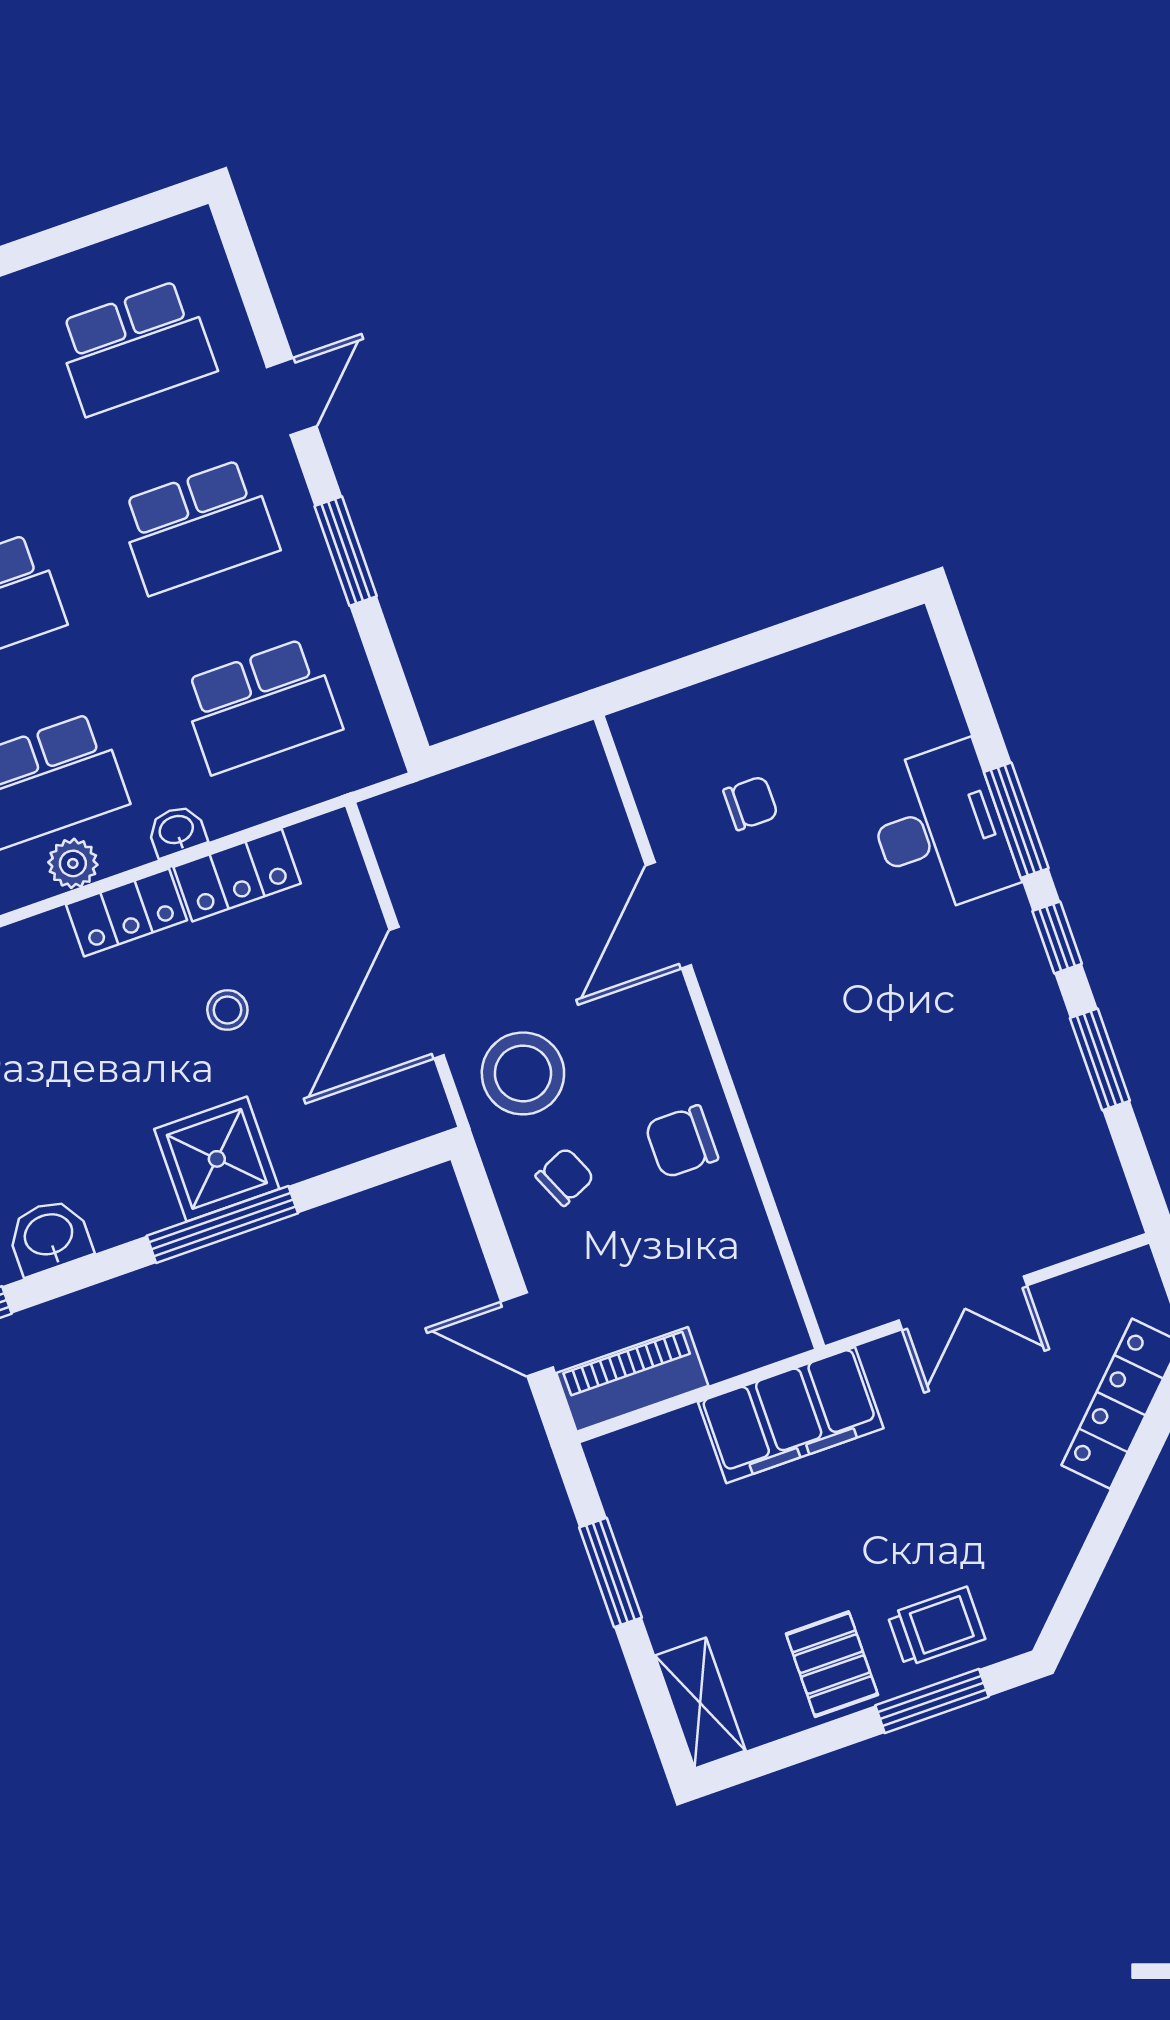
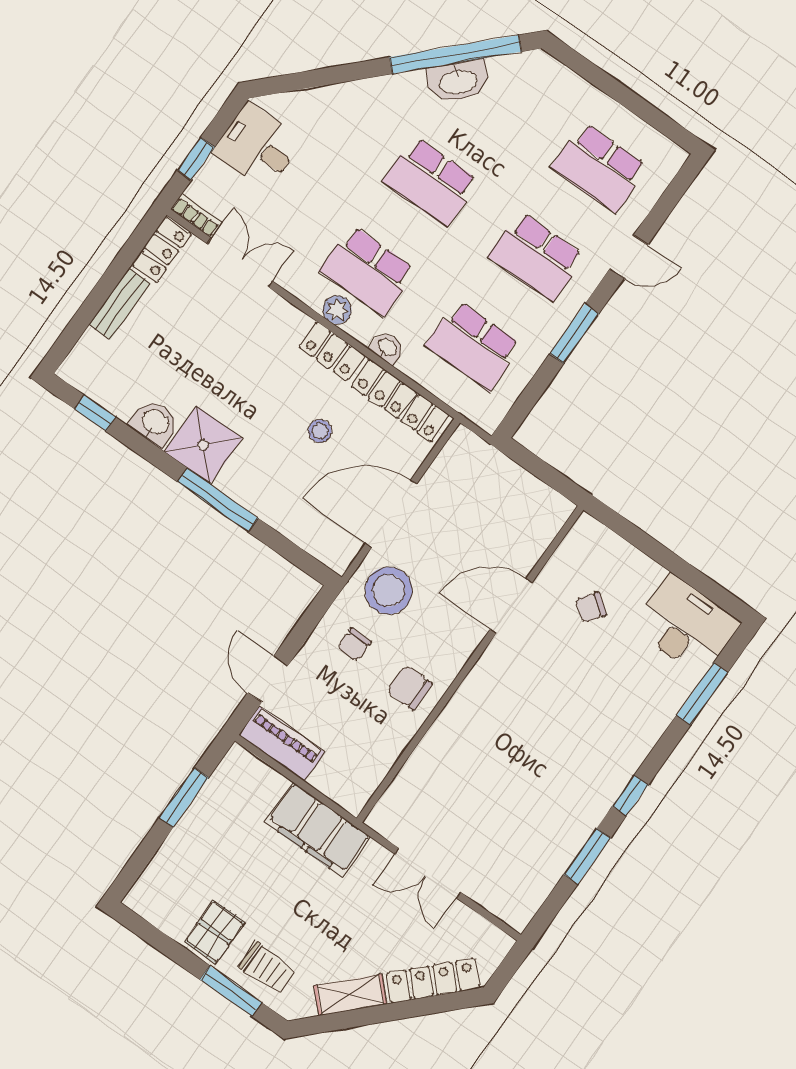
chair: (751, 803) -> (591, 607), turned 126
window: (1016, 820) -> (702, 694), moved
desk: (939, 829) -> (686, 625), moved, turned -90
locker: (237, 875) -> (400, 401), width x1.53
shower: (217, 1159) -> (203, 445), moved
chair: (565, 1177) -> (354, 645), turned 114
shelving: (700, 1703) -> (350, 995), moved, turned 45

